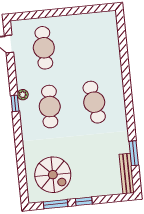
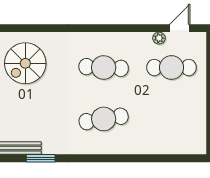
plant: (23, 95) -> (159, 38), moved
window: (15, 103) -> (111, 28), removed

